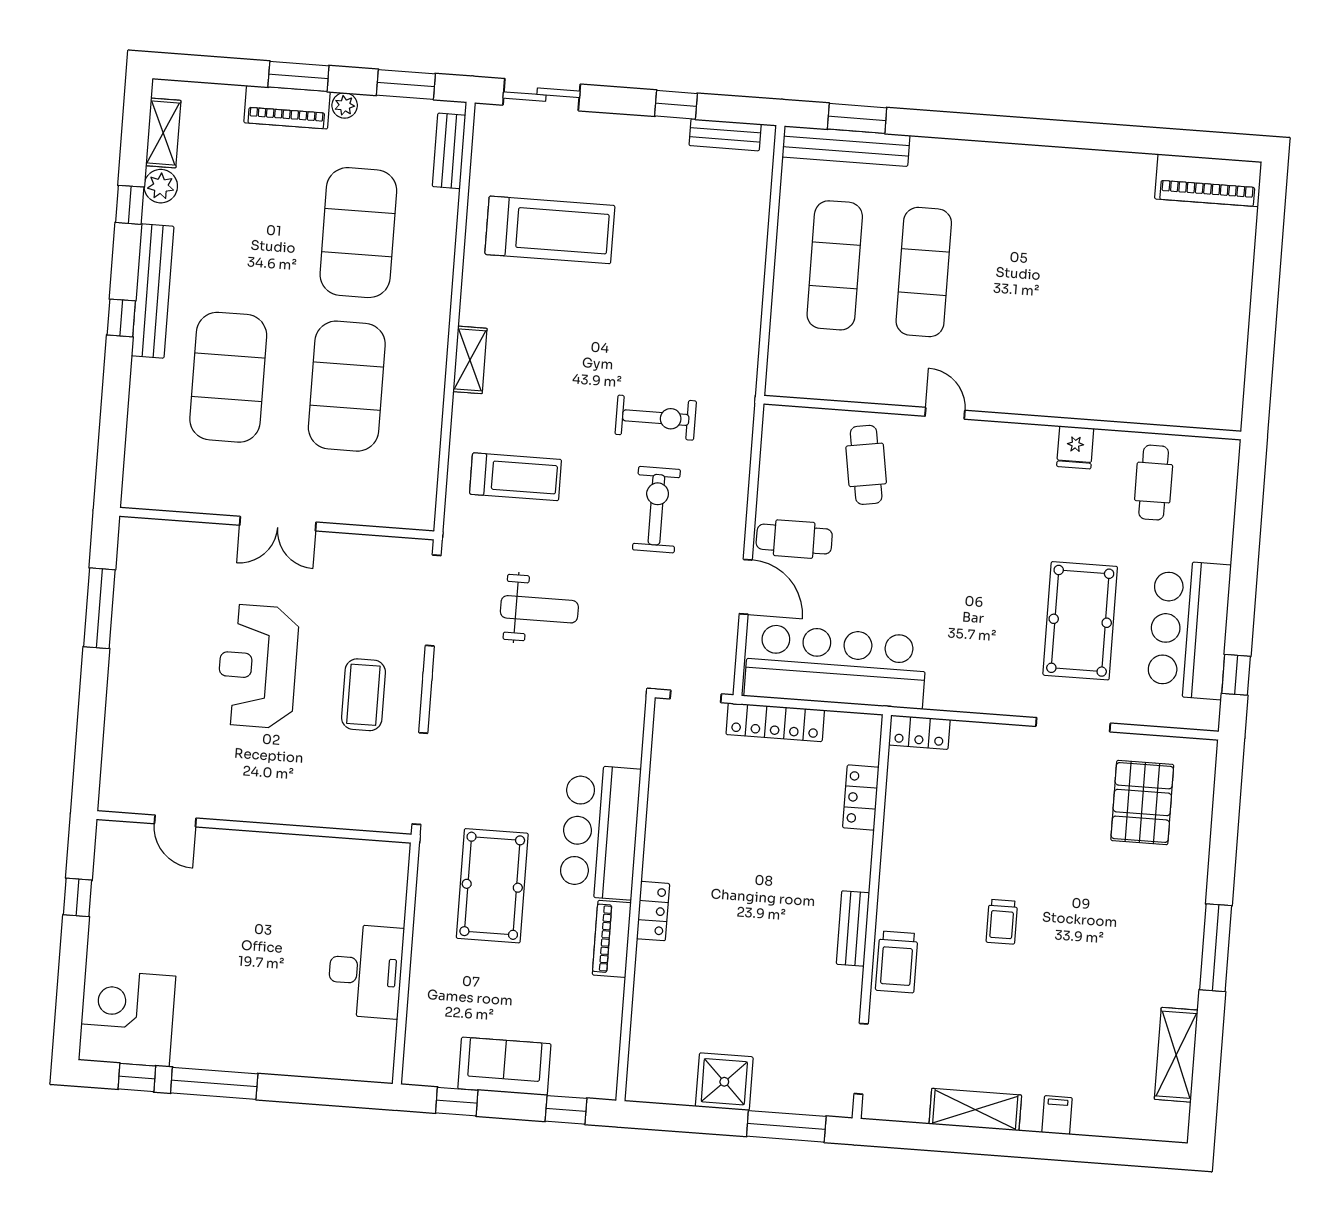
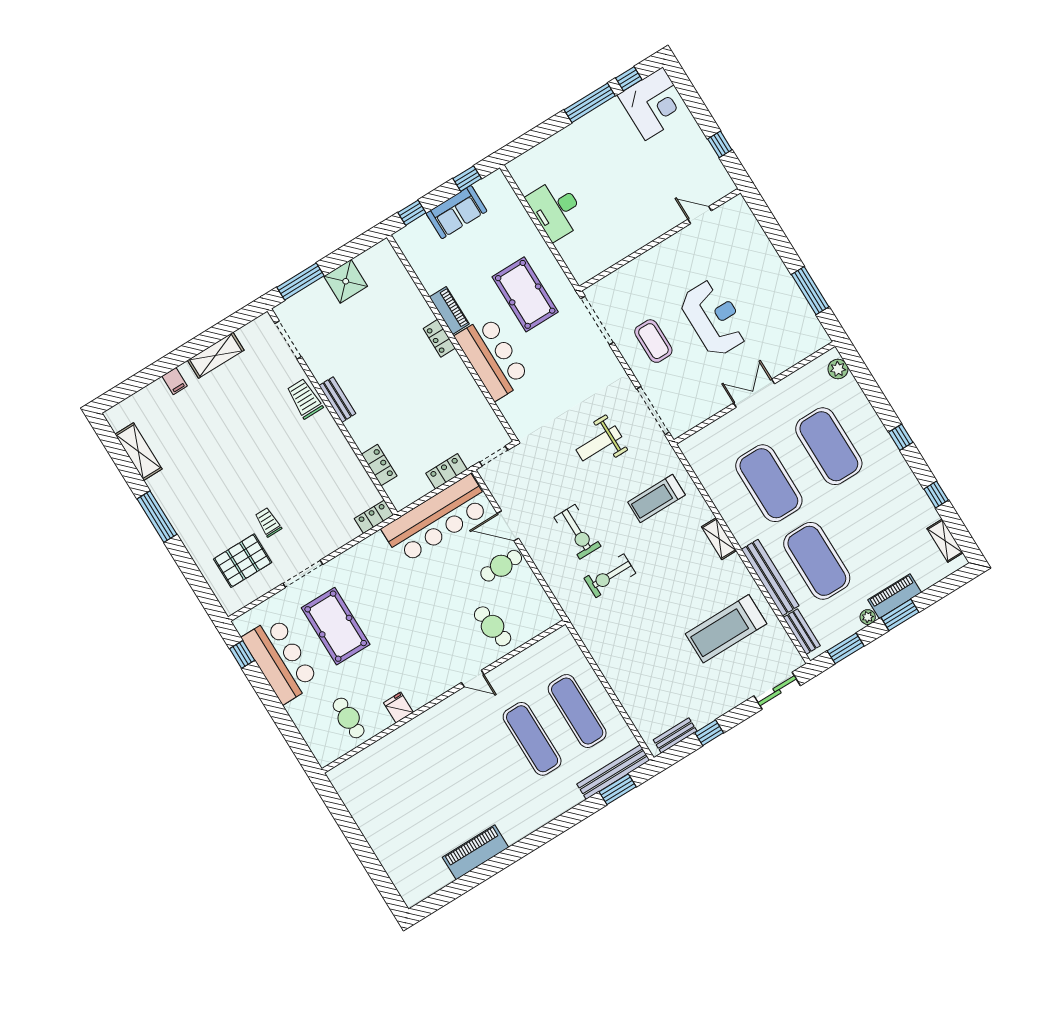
piano: (1208, 180) -> (475, 852), moved
plant: (161, 186) -> (838, 369), moved
bench: (153, 291) -> (770, 578), moved
locker: (775, 722) -> (447, 471), width x0.66
pallet: (1142, 802) -> (243, 561), turned 90
trolley: (1002, 922) -> (268, 522), moved

